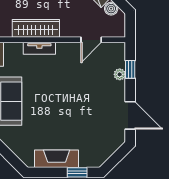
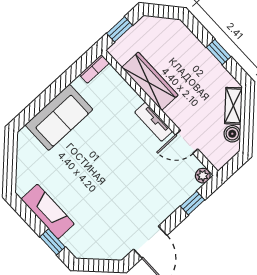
tv unit: (39, 48) -> (154, 122), moved
plant: (120, 74) -> (203, 176), moved

